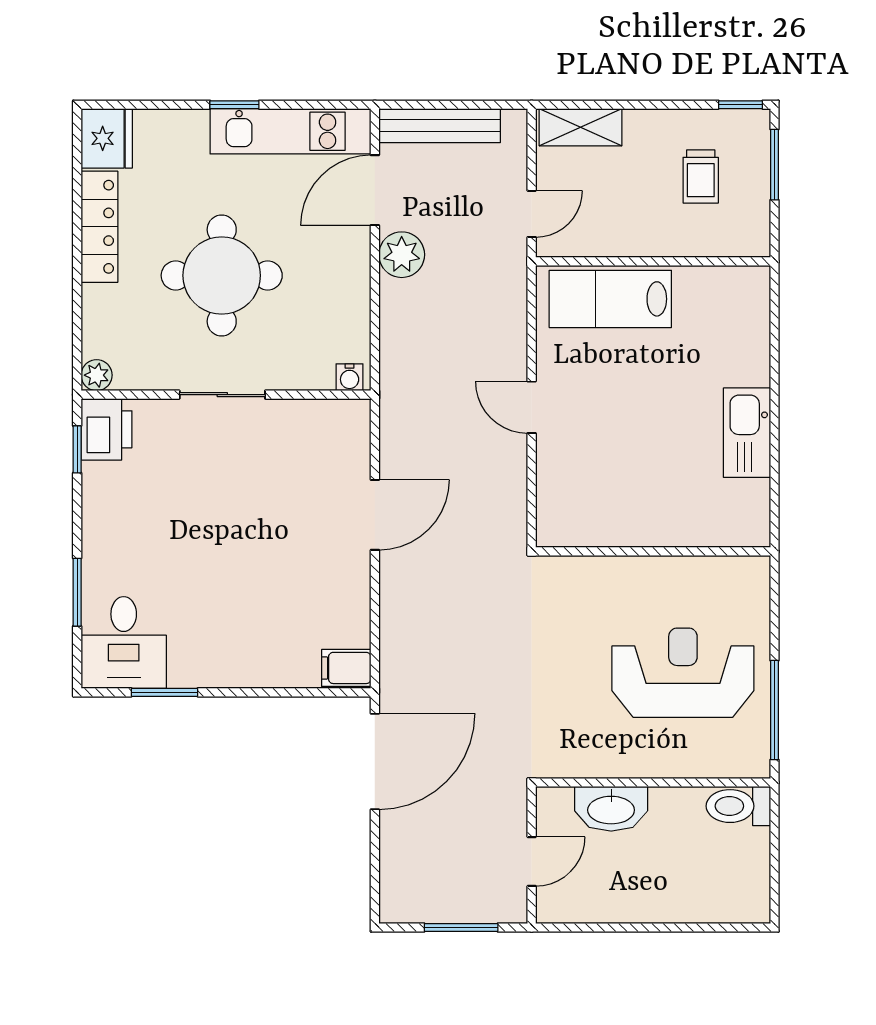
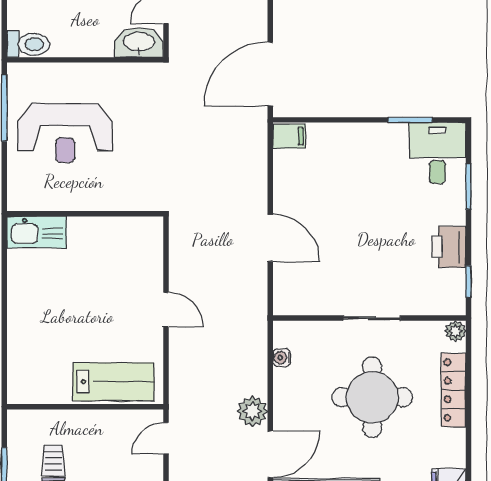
locker: (99, 227) -> (454, 390), moved
water cooler: (350, 377) -> (282, 358), moved, turned -90
printer: (106, 429) -> (449, 247), moved
kitchen sink: (747, 433) -> (37, 232), moved, turned 90
door: (375, 515) -> (270, 238), swing flipped
washbasin: (611, 809) -> (139, 42), moved

